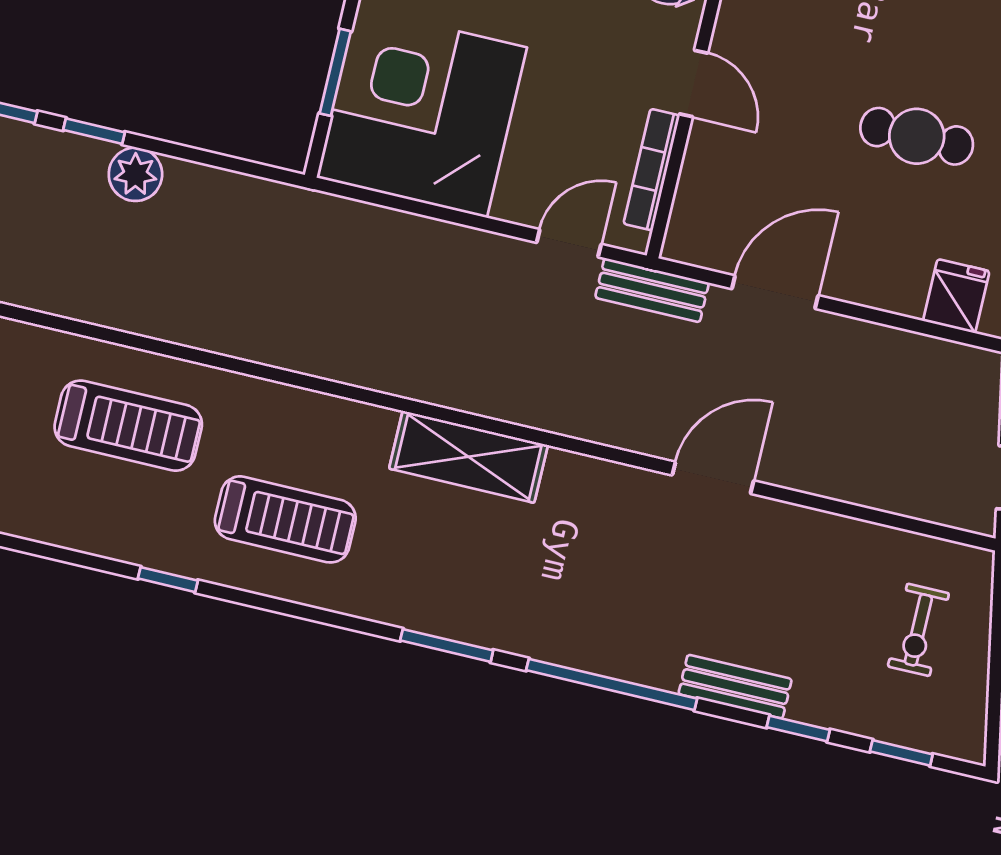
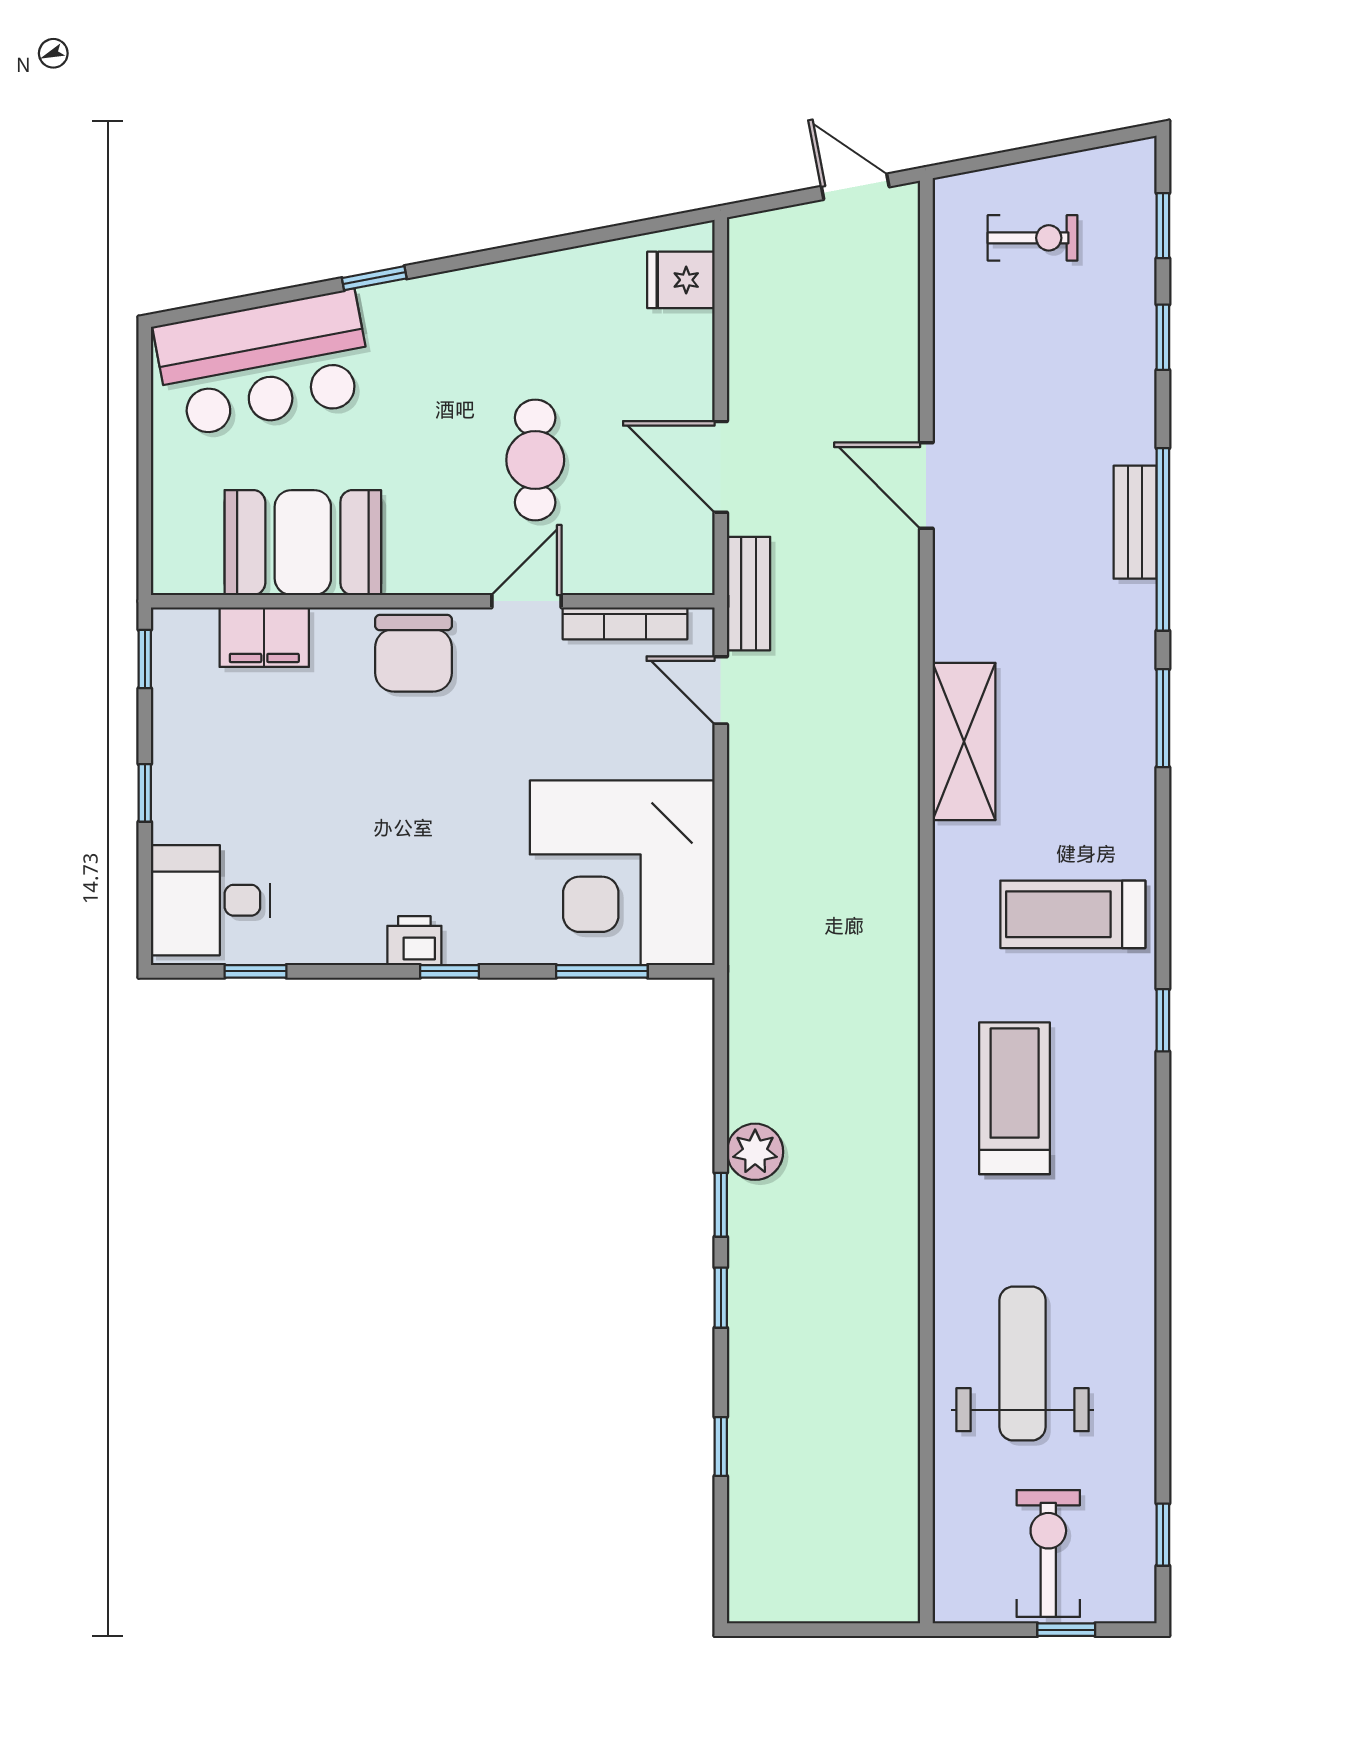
cafe table: (917, 136) -> (535, 460), moved
treadmill: (285, 519) -> (1073, 914), turned -90
bench: (735, 687) -> (1135, 522), moved

